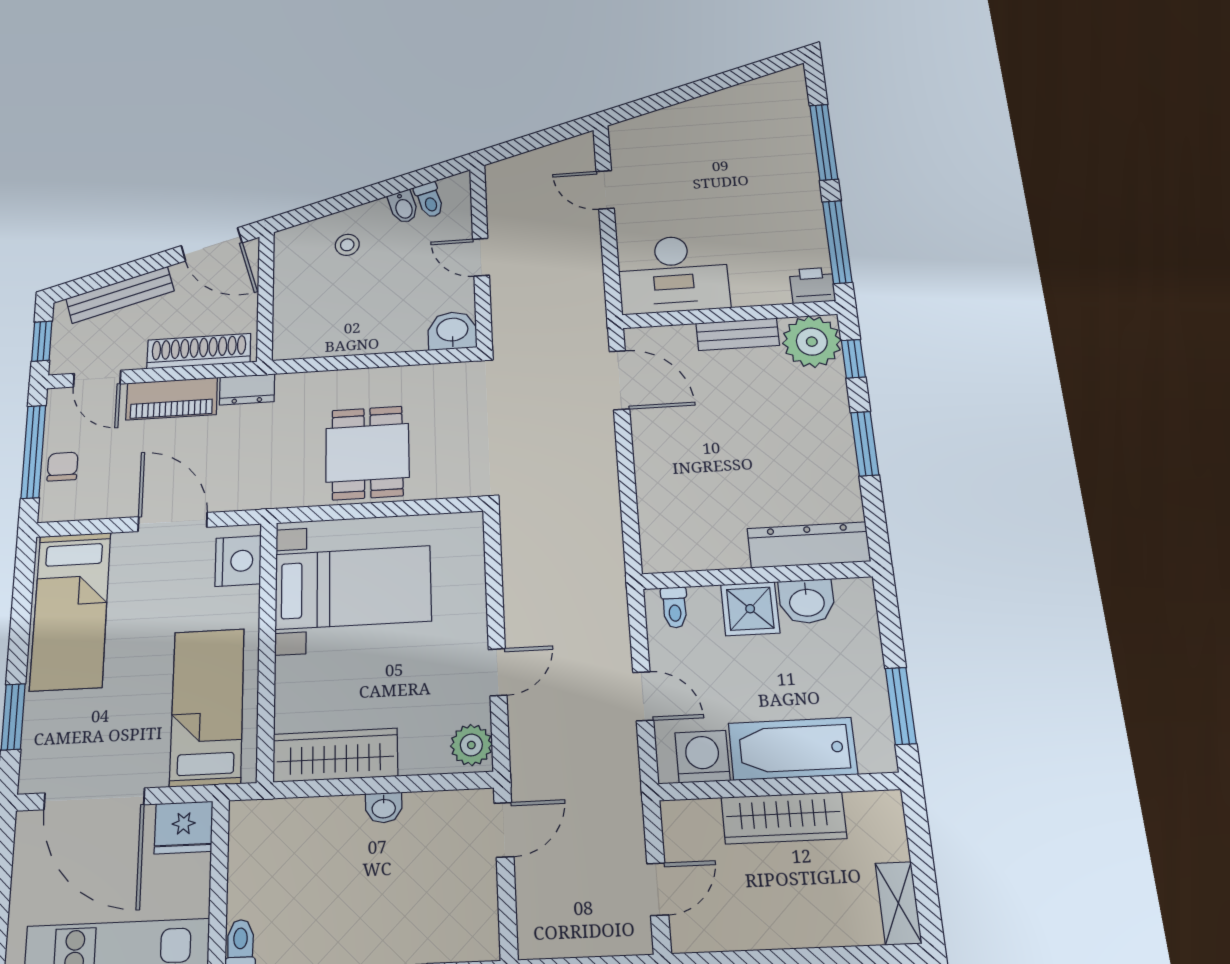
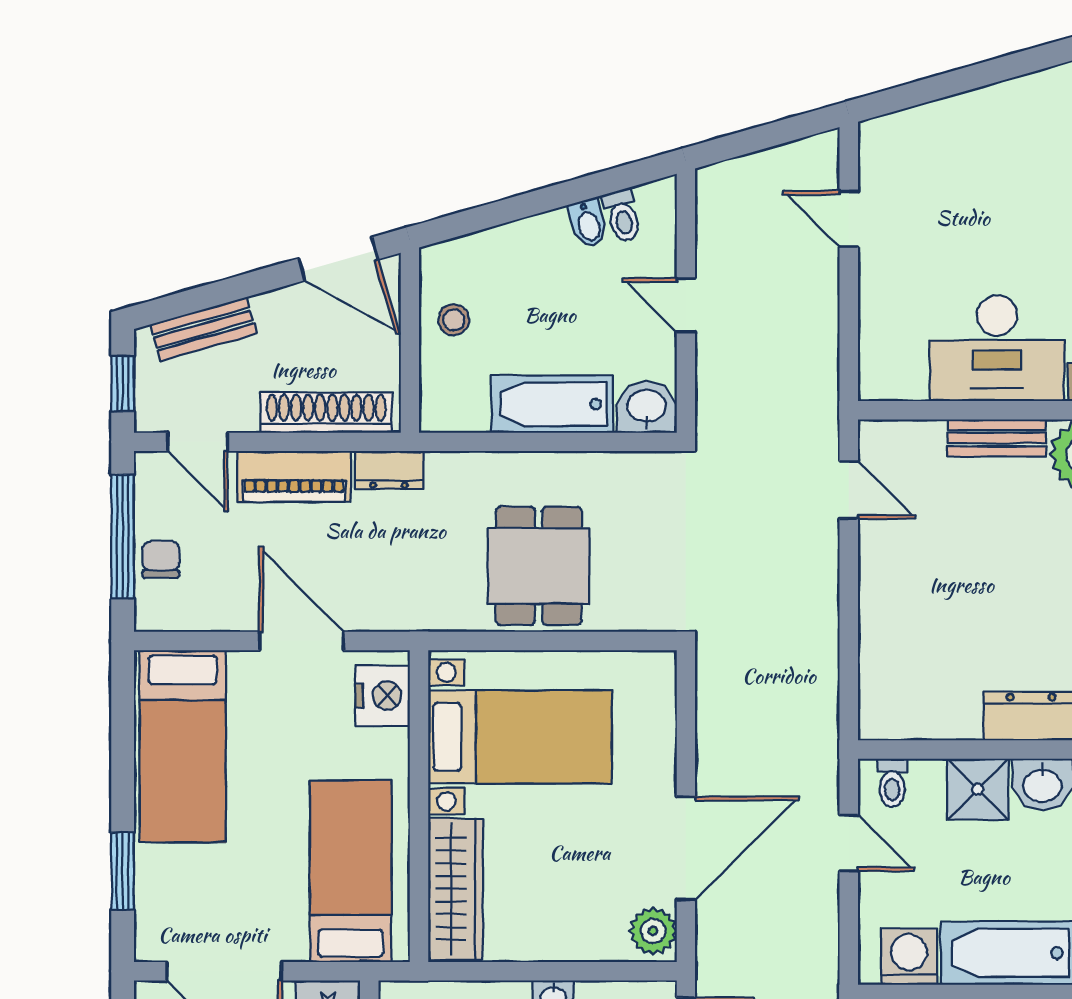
stool: (347, 245) -> (454, 320), moved
desk: (673, 274) -> (997, 348), moved
bench: (120, 295) -> (203, 329), width x0.73
bathtub: (377, 333) -> (552, 404), added
door: (619, 380) -> (849, 490), width x0.73
door: (498, 672) -> (686, 848), width x1.88
door: (643, 696) -> (849, 843), moved
wardrobe: (335, 755) -> (455, 889), moved, turned 90

